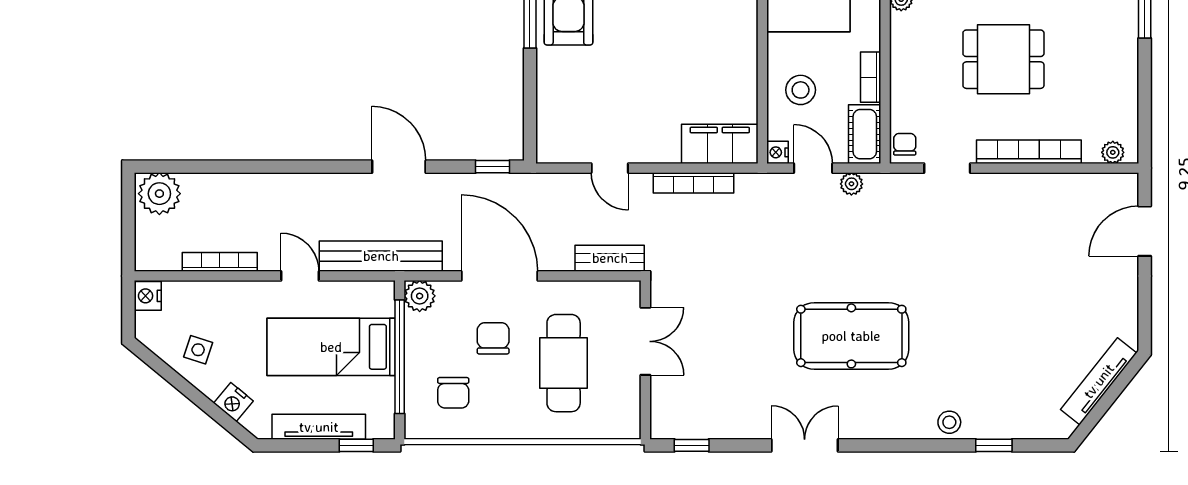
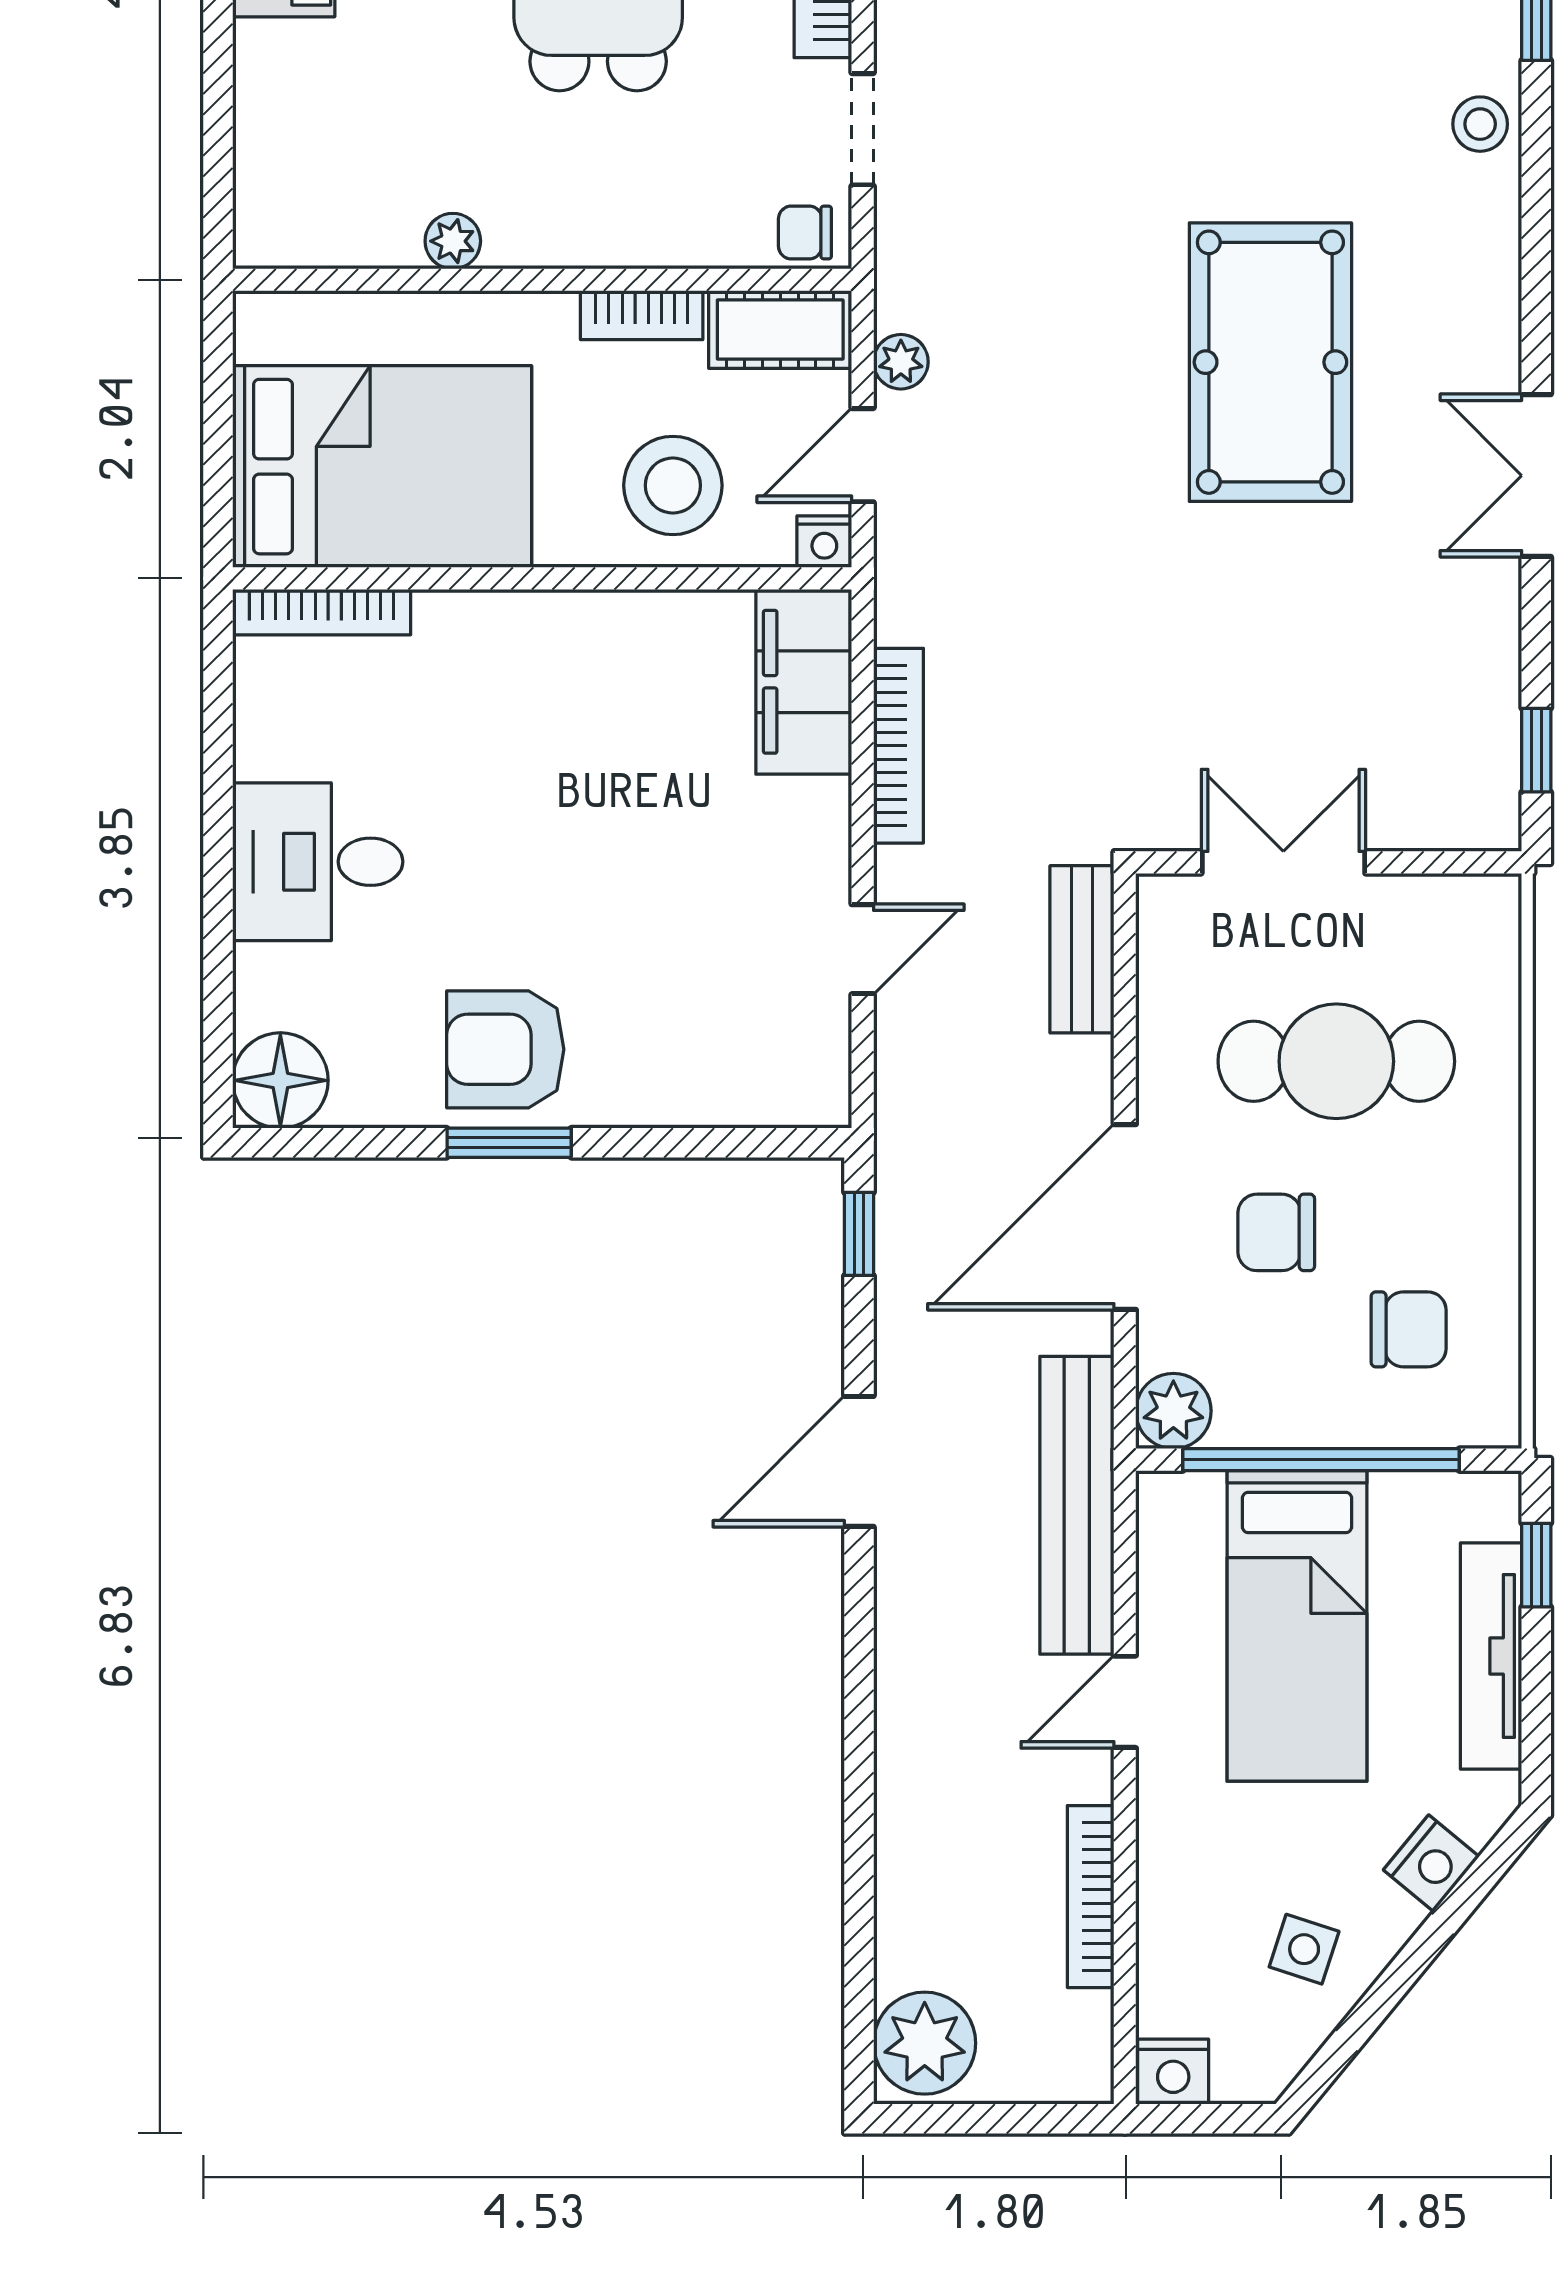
stool: (801, 90) -> (673, 485), width x1.38, depth x1.38

